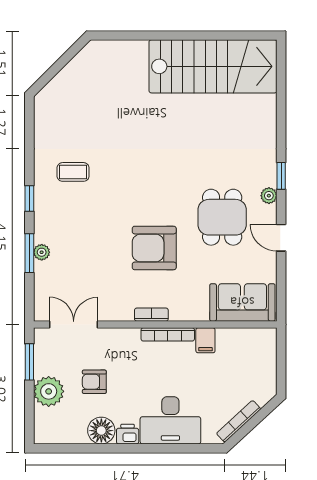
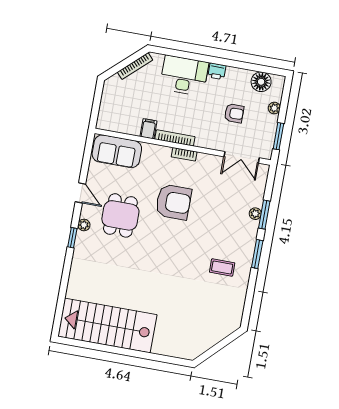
window: (29, 198) -> (257, 254), width x1.50
plant: (49, 391) -> (274, 108), width x0.53, depth x0.53
floor lamp: (101, 431) -> (261, 82), moved

